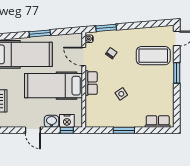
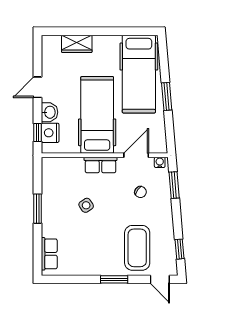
window: (154, 24) -> (179, 249), added

